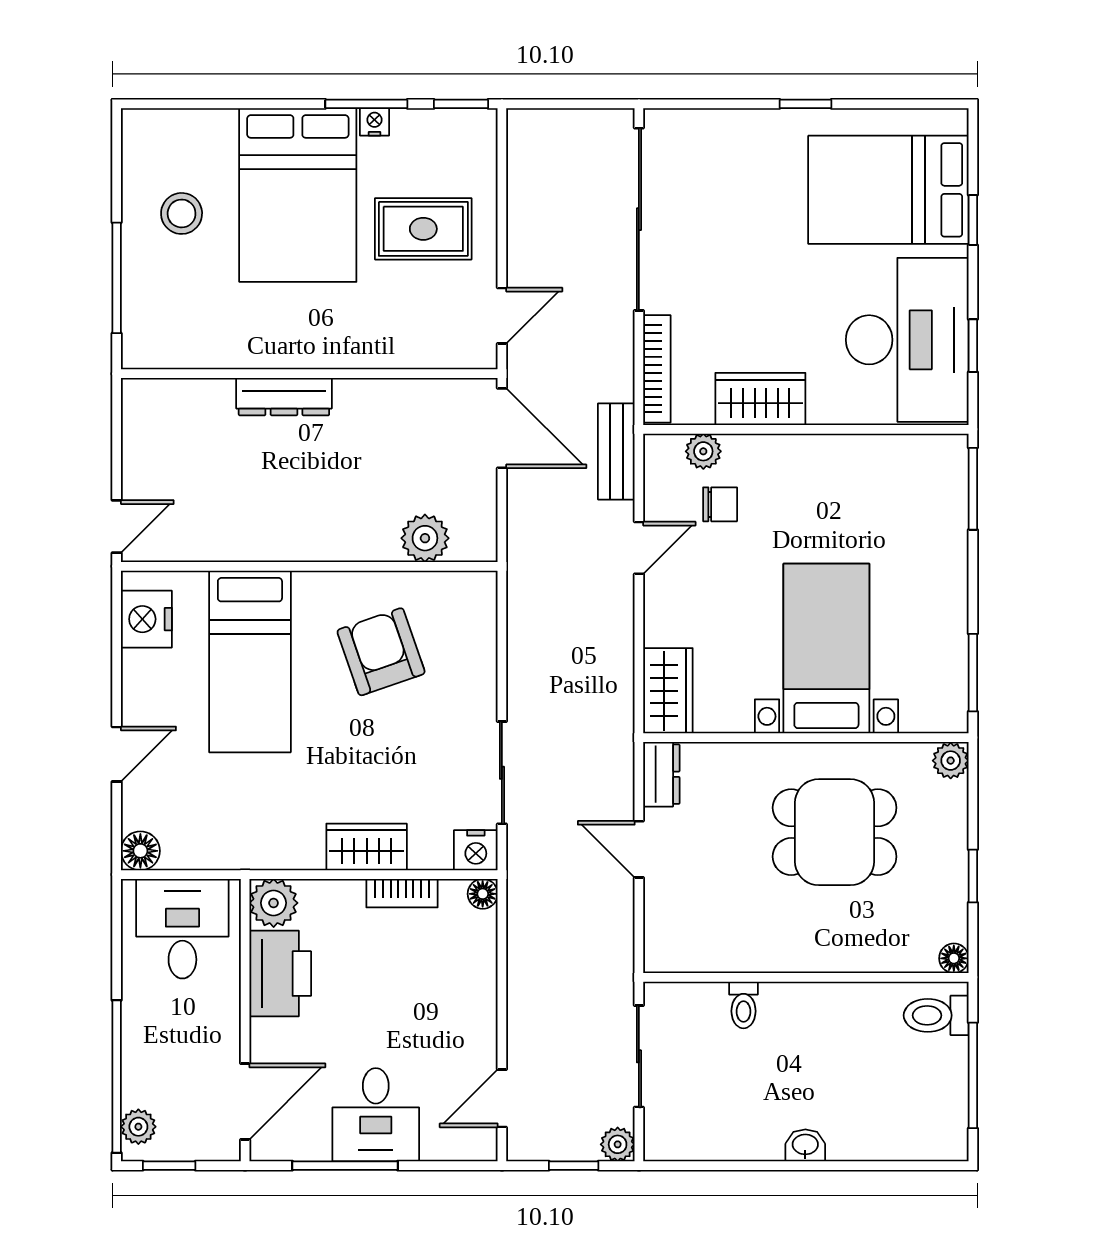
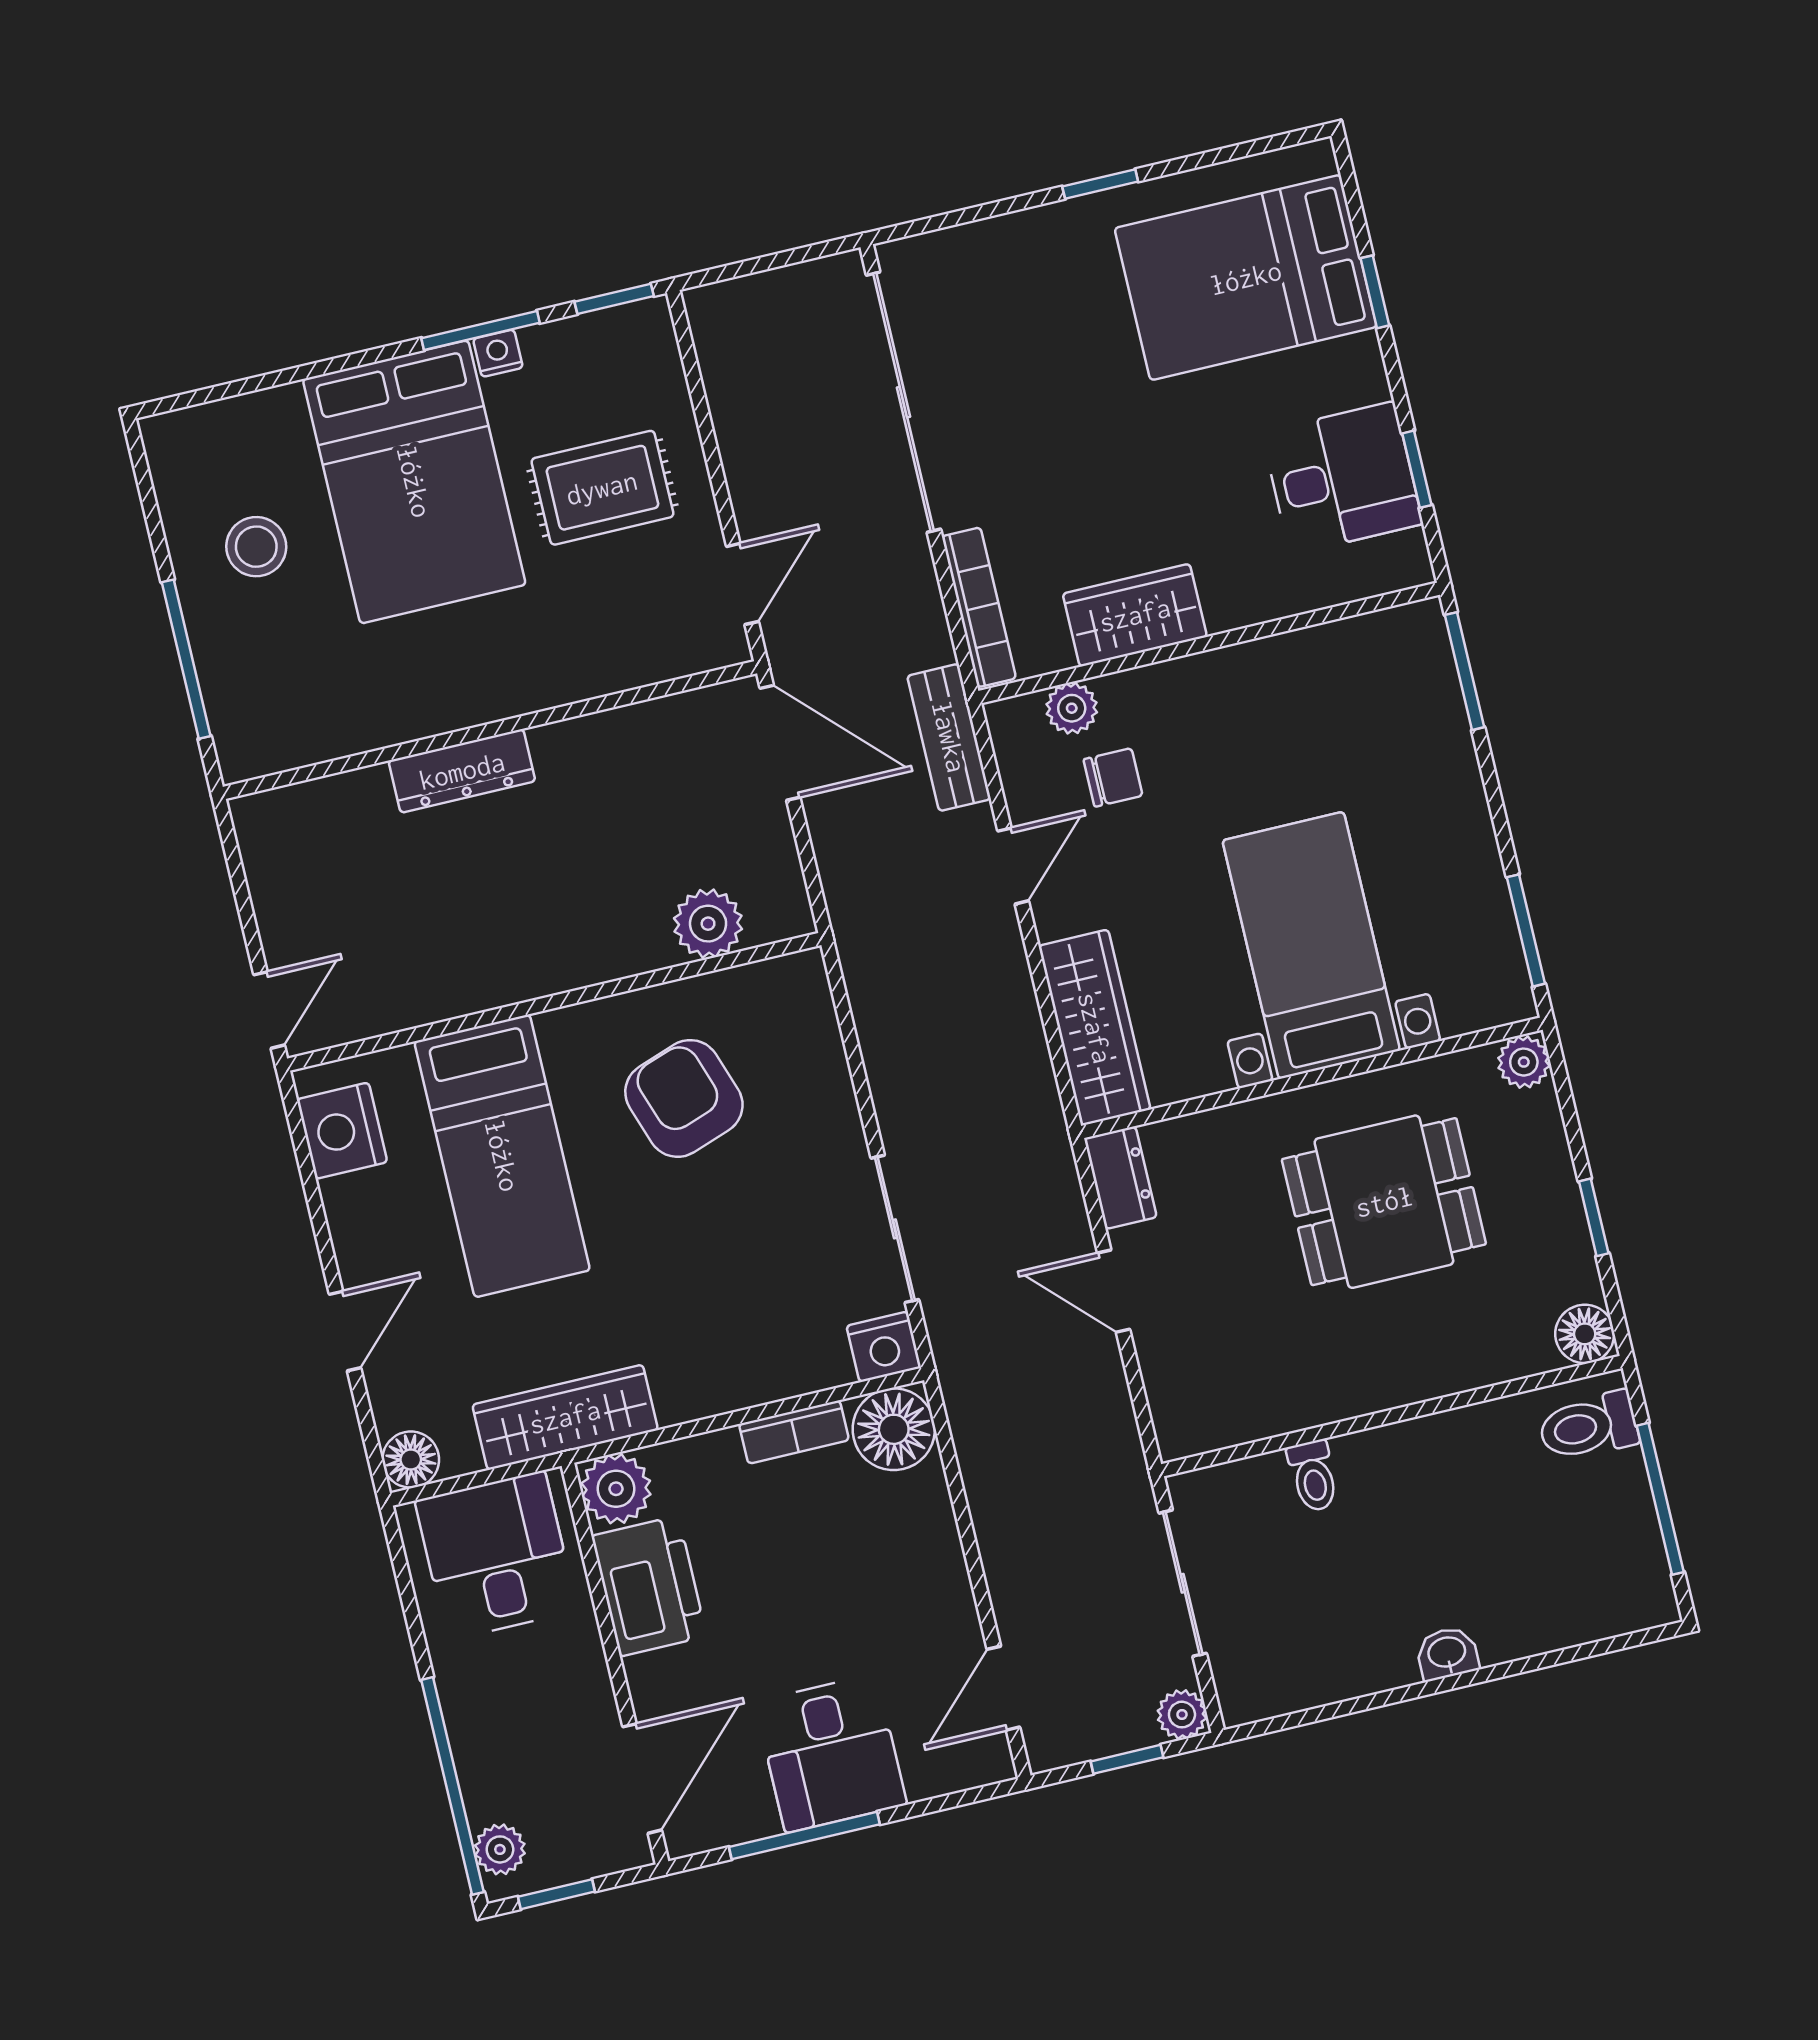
desk: (907, 340) -> (1342, 478), width x0.53, depth x0.77
wardrobe: (668, 691) -> (1095, 1028), width x1.50
wardrobe: (367, 847) -> (565, 1417), moved, width x1.50
floor lamp: (483, 894) -> (894, 1429), width x1.89, depth x1.89
floor lamp: (954, 958) -> (1585, 1334), width x1.37, depth x1.37

